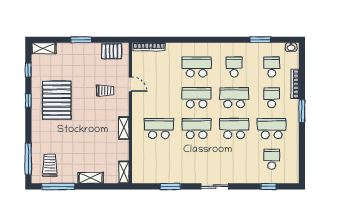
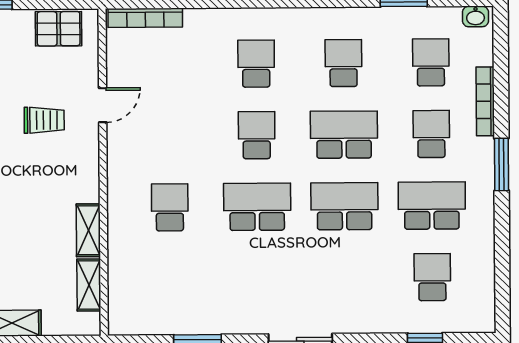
school desk: (197, 67) -> (256, 64), width x0.54
door: (130, 84) -> (103, 105), hinge flipped
school desk: (197, 98) -> (257, 135), width x0.54
shelving: (124, 128) -> (88, 230), moved
school desk: (159, 129) -> (170, 207), width x0.54
shelving: (124, 172) -> (89, 285), moved

